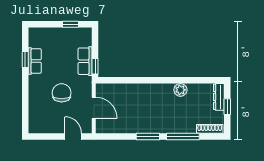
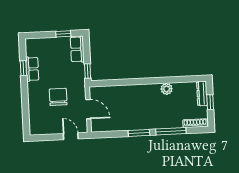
row of seats: (85, 61) -> (77, 49), moved

